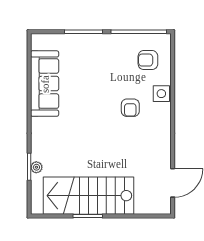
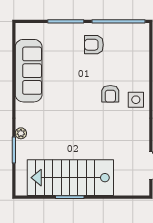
armchair: (148, 60) -> (94, 45), moved
side table: (161, 94) -> (136, 100), moved
plant: (36, 167) -> (21, 133), moved

